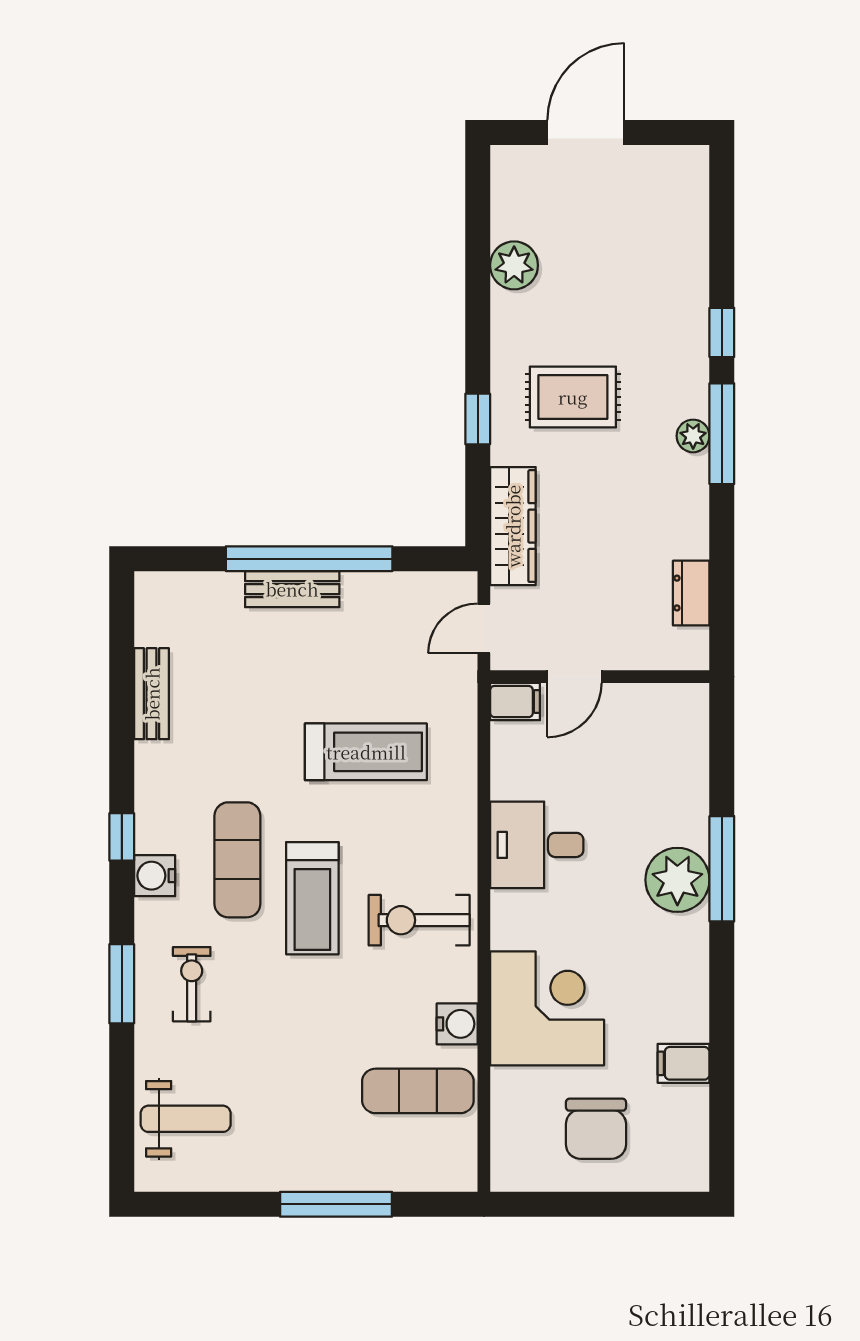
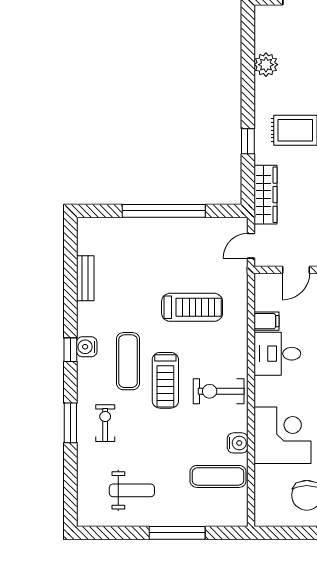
bench: (292, 589) -> (155, 226), removed
filing cabinet: (515, 702) -> (266, 321), moved
water cooler: (155, 876) -> (87, 347), moved
weight bench: (186, 1119) -> (132, 490), moved

